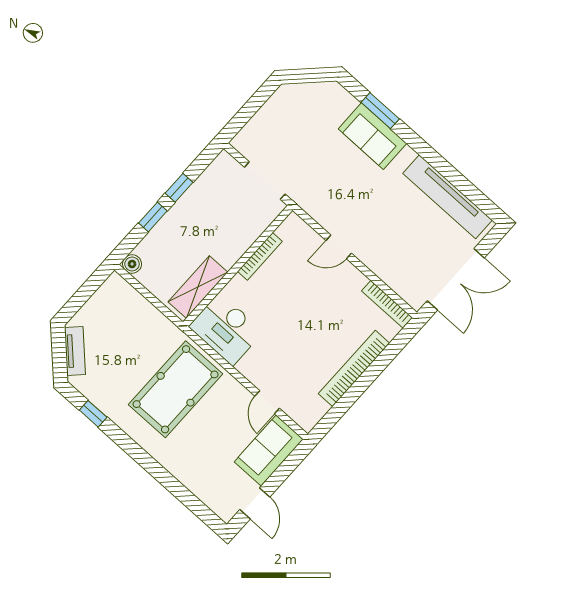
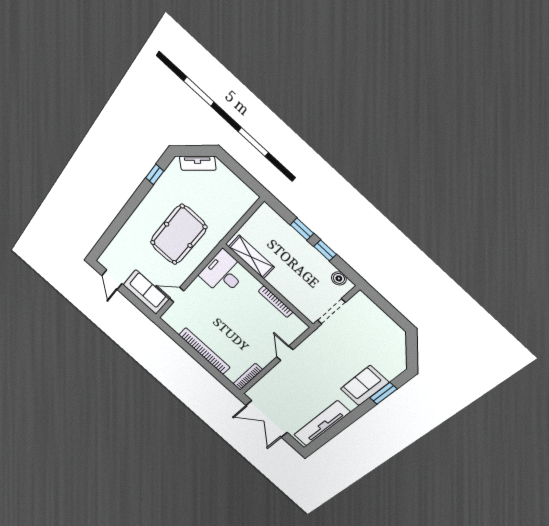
boiler: (132, 264) -> (339, 278), moved
pool table: (176, 389) -> (178, 235), turned 90
door: (255, 503) -> (112, 280), hinge flipped

